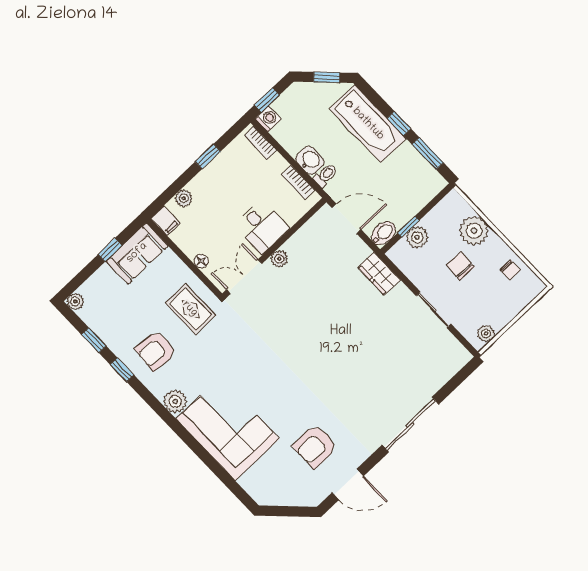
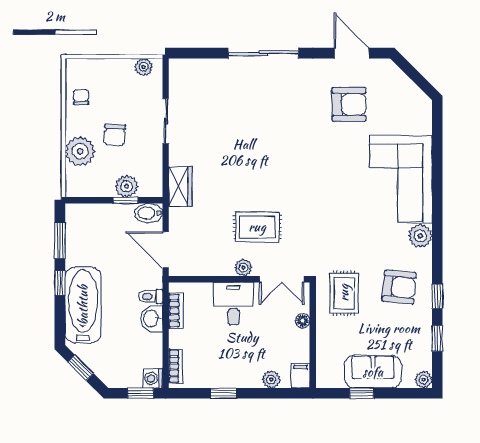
sofa: (137, 253) -> (373, 372), moved
rug: (297, 297) -> (257, 227), added

